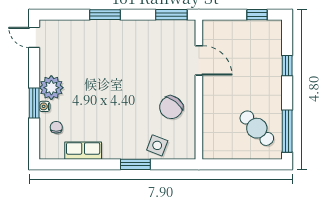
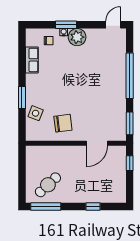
window: (105, 15) -> (130, 76), width x2.11
window: (257, 15) -> (130, 163), moved
chair: (171, 107) -> (63, 123), turned 136

